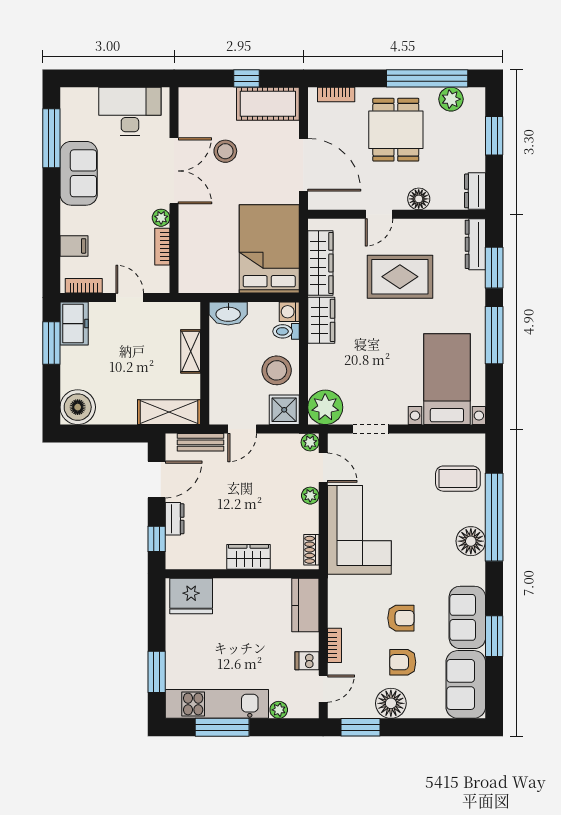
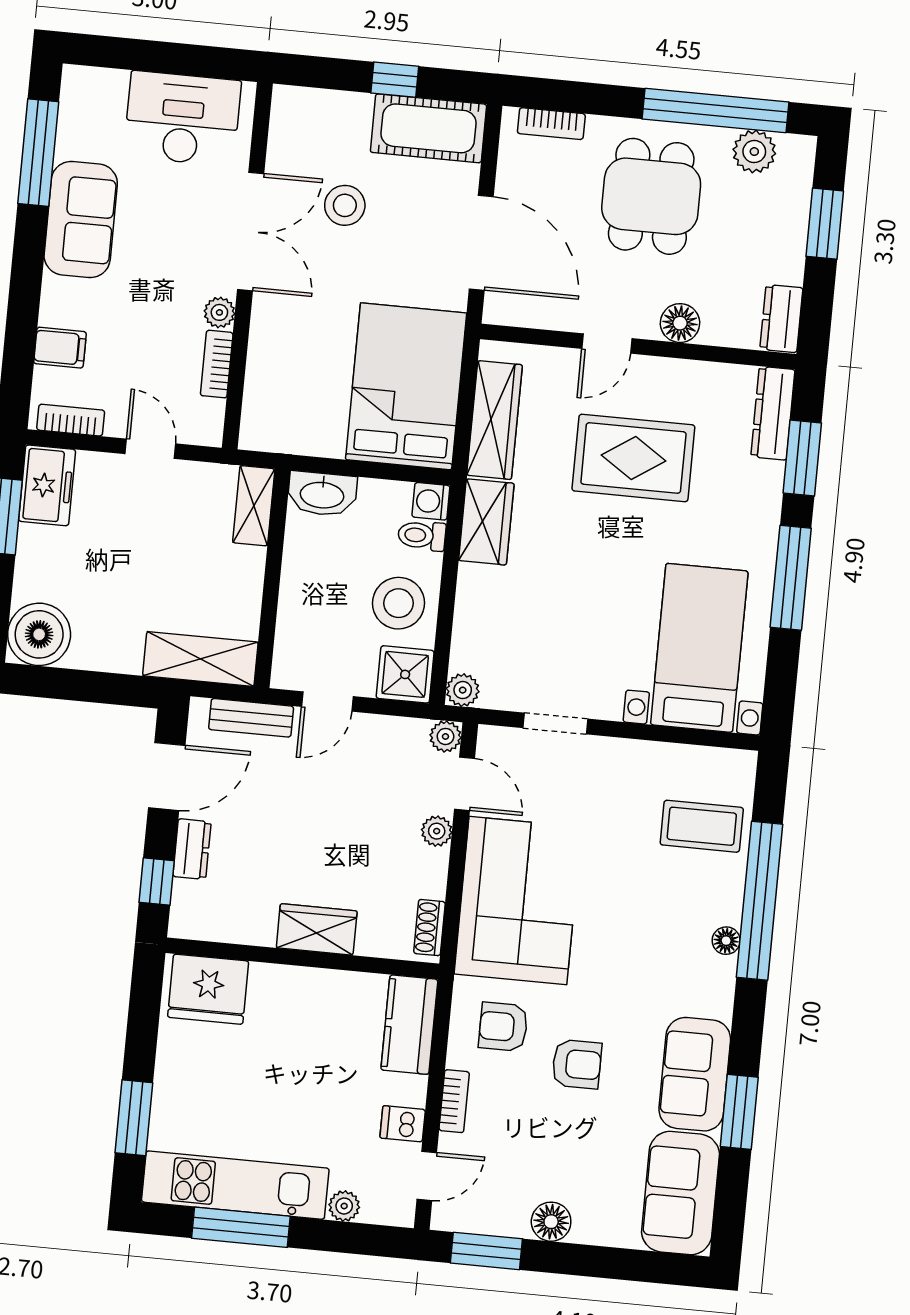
shelving: (191, 351) -> (254, 506), moved
plant: (325, 407) -> (463, 690), width x0.53, depth x0.53
floor lamp: (471, 541) -> (726, 941), width x0.53, depth x0.53
armchair: (403, 662) -> (503, 1027), moved
floor lamp: (391, 703) -> (551, 1222), width x0.73, depth x0.73

